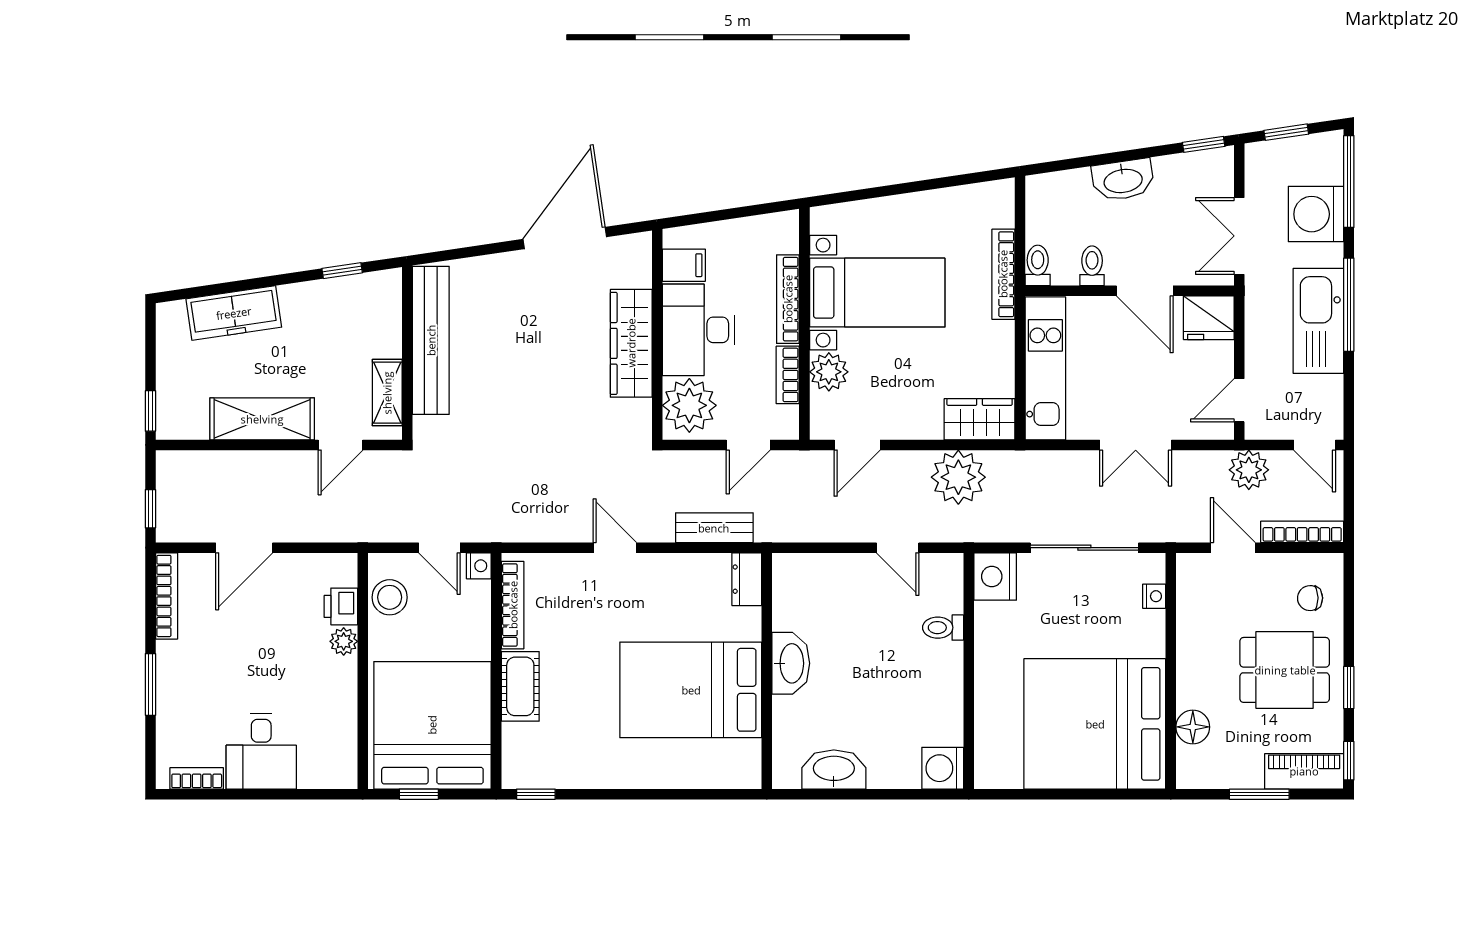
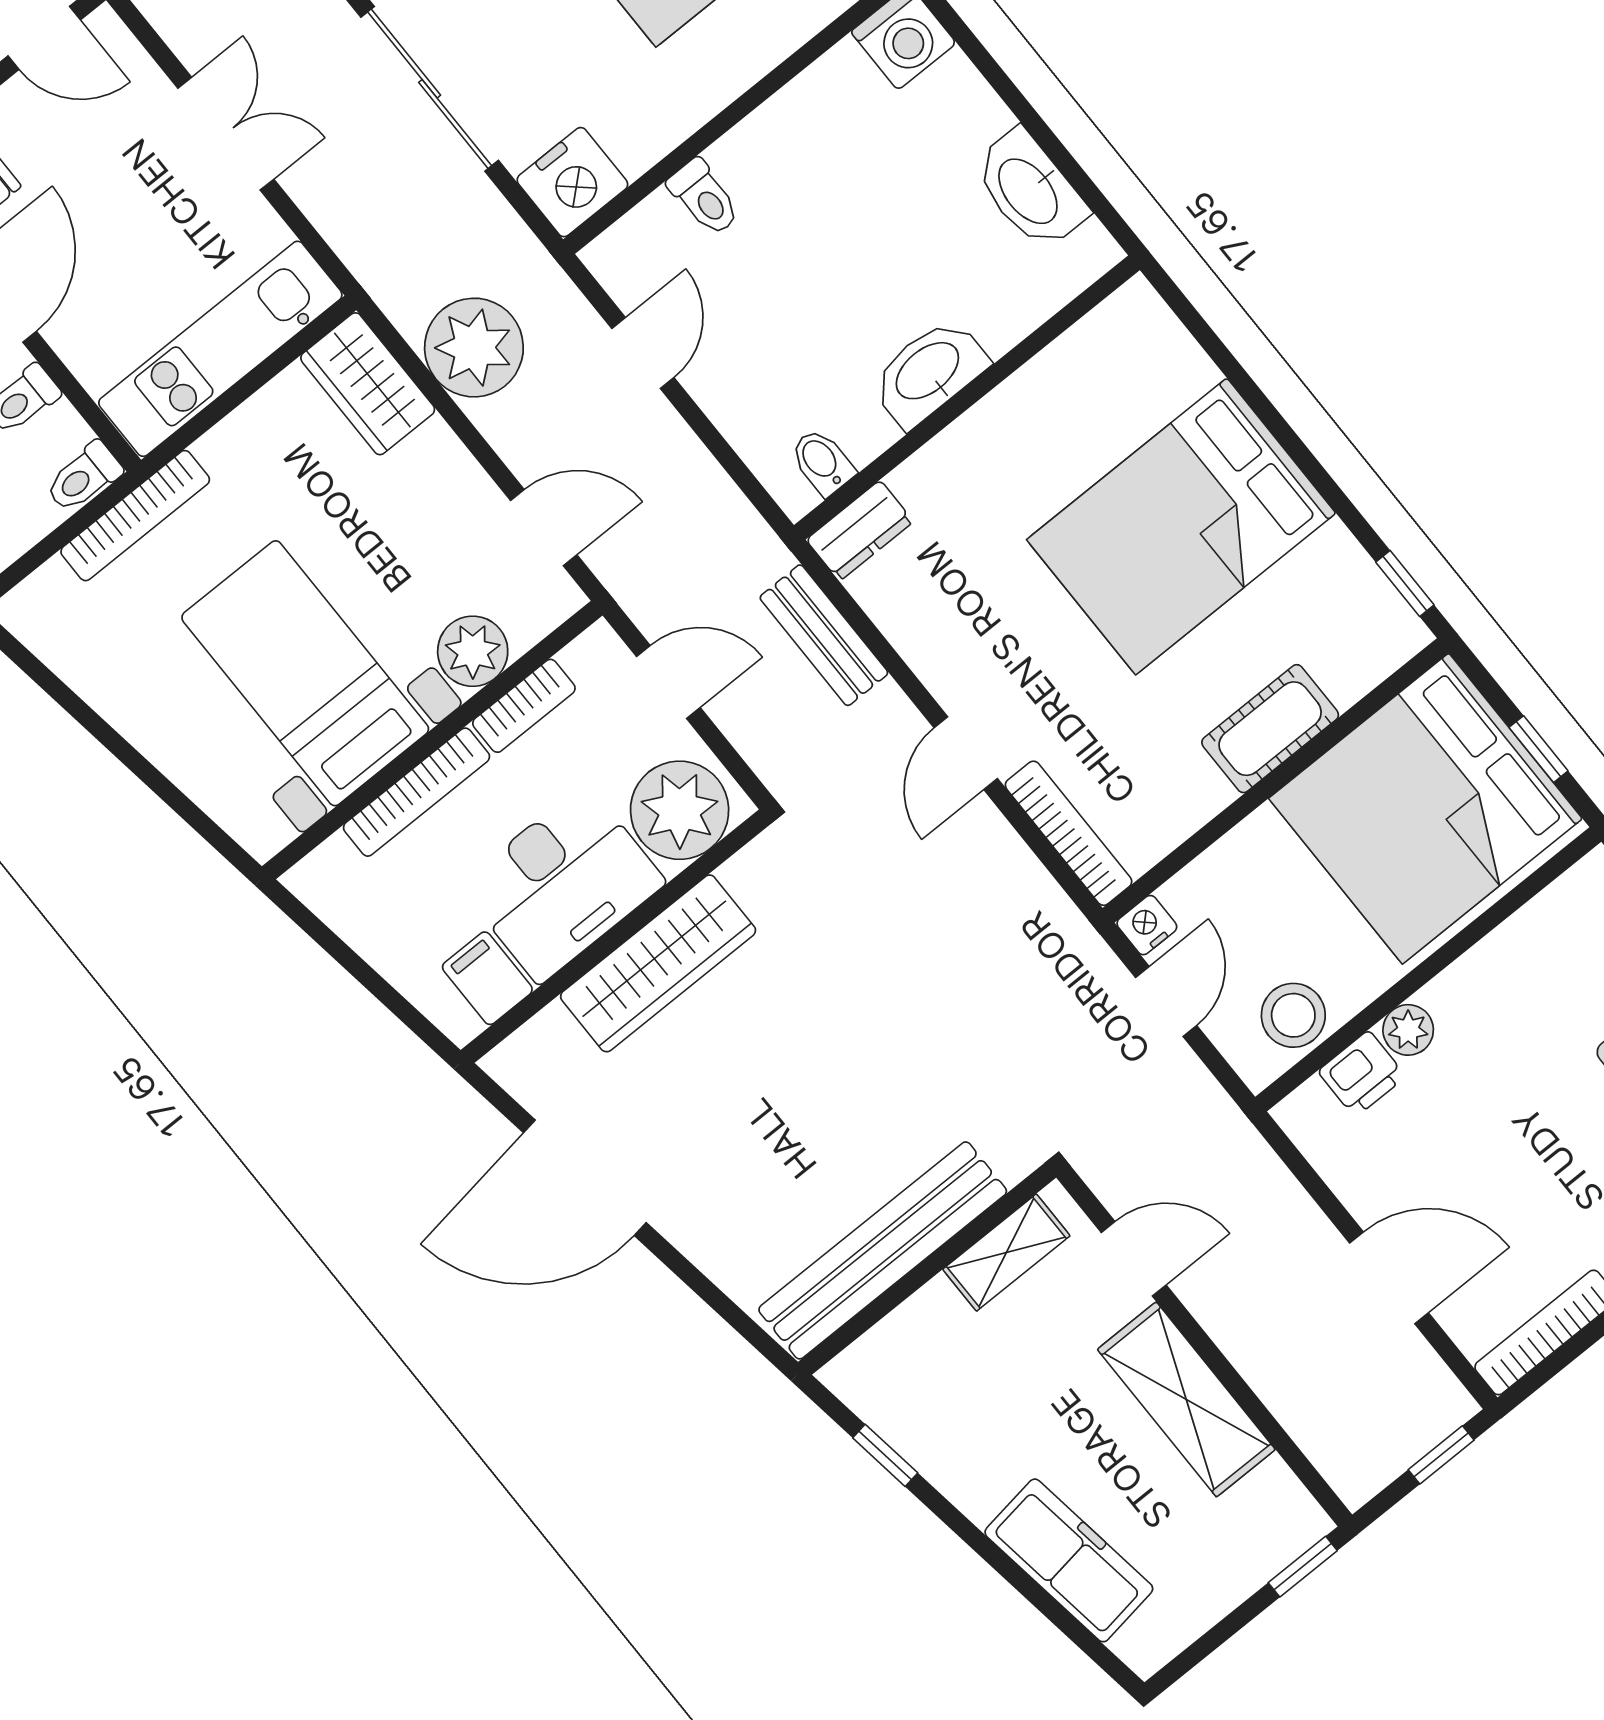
bidet: (789, 587) -> (822, 462), added
bookcase: (513, 605) -> (1069, 833), moved, turned 90
bed: (691, 690) -> (1181, 526), moved, turned 90

